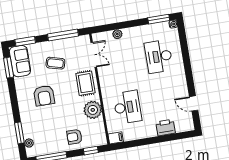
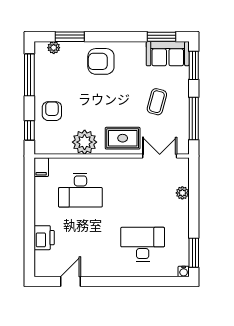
double door: (94, 55) -> (160, 156), swing flipped
armchair: (44, 96) -> (101, 61), moved

